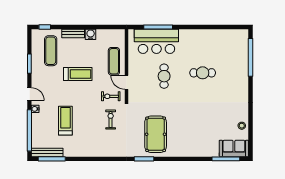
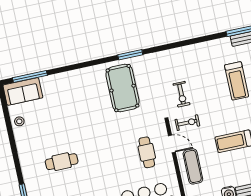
cafe table: (203, 73) -> (62, 162), moved
cafe table: (164, 76) -> (147, 152), moved

